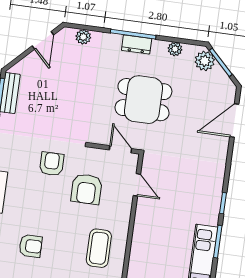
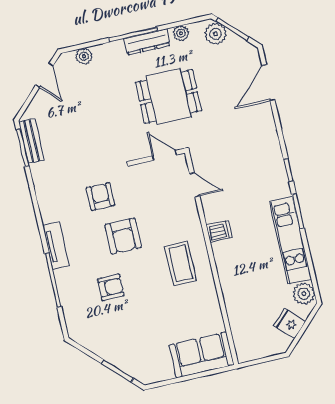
dresser: (137, 45) -> (147, 42), width x1.44
armchair: (87, 189) -> (123, 236), moved
dishwasher: (143, 233) -> (219, 231), added

